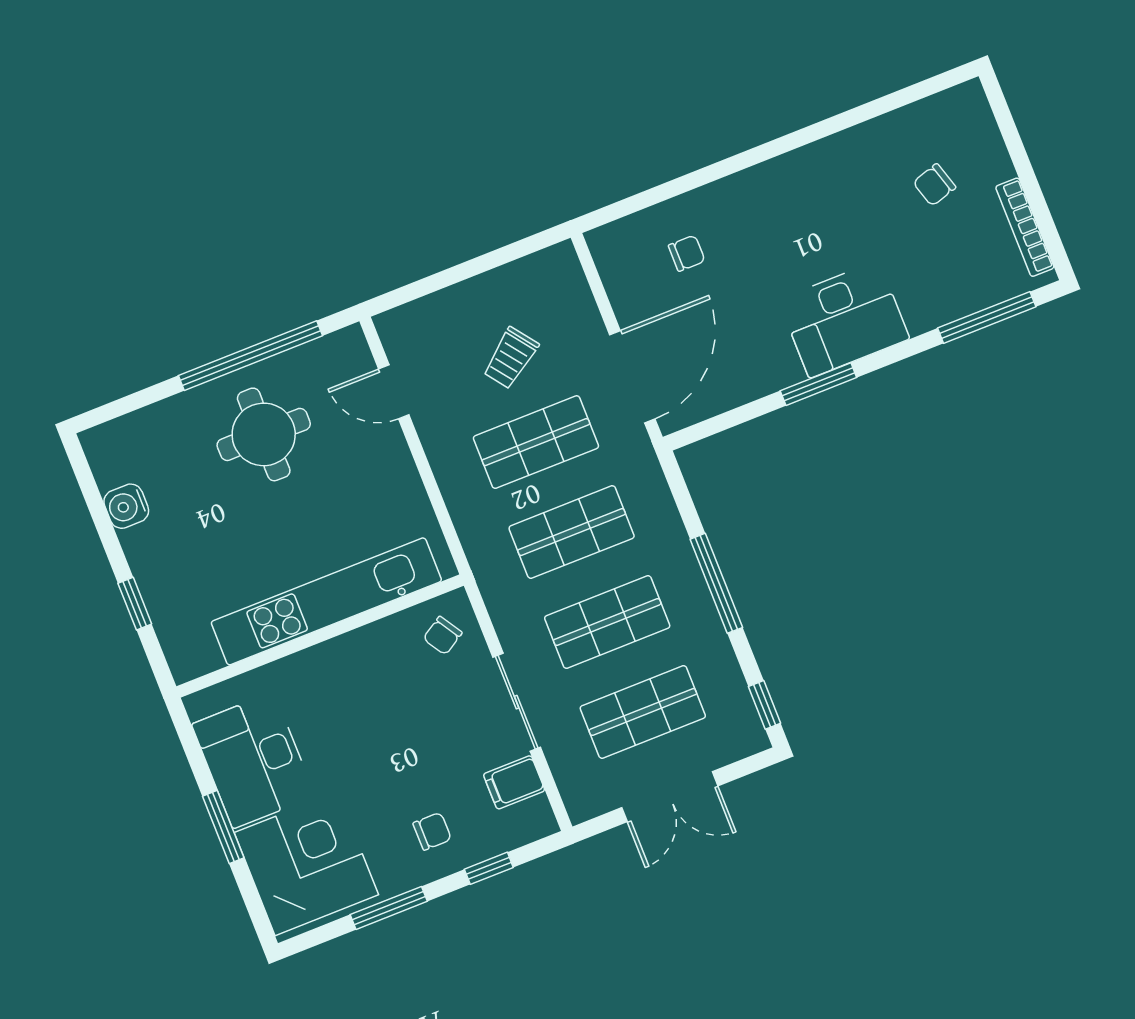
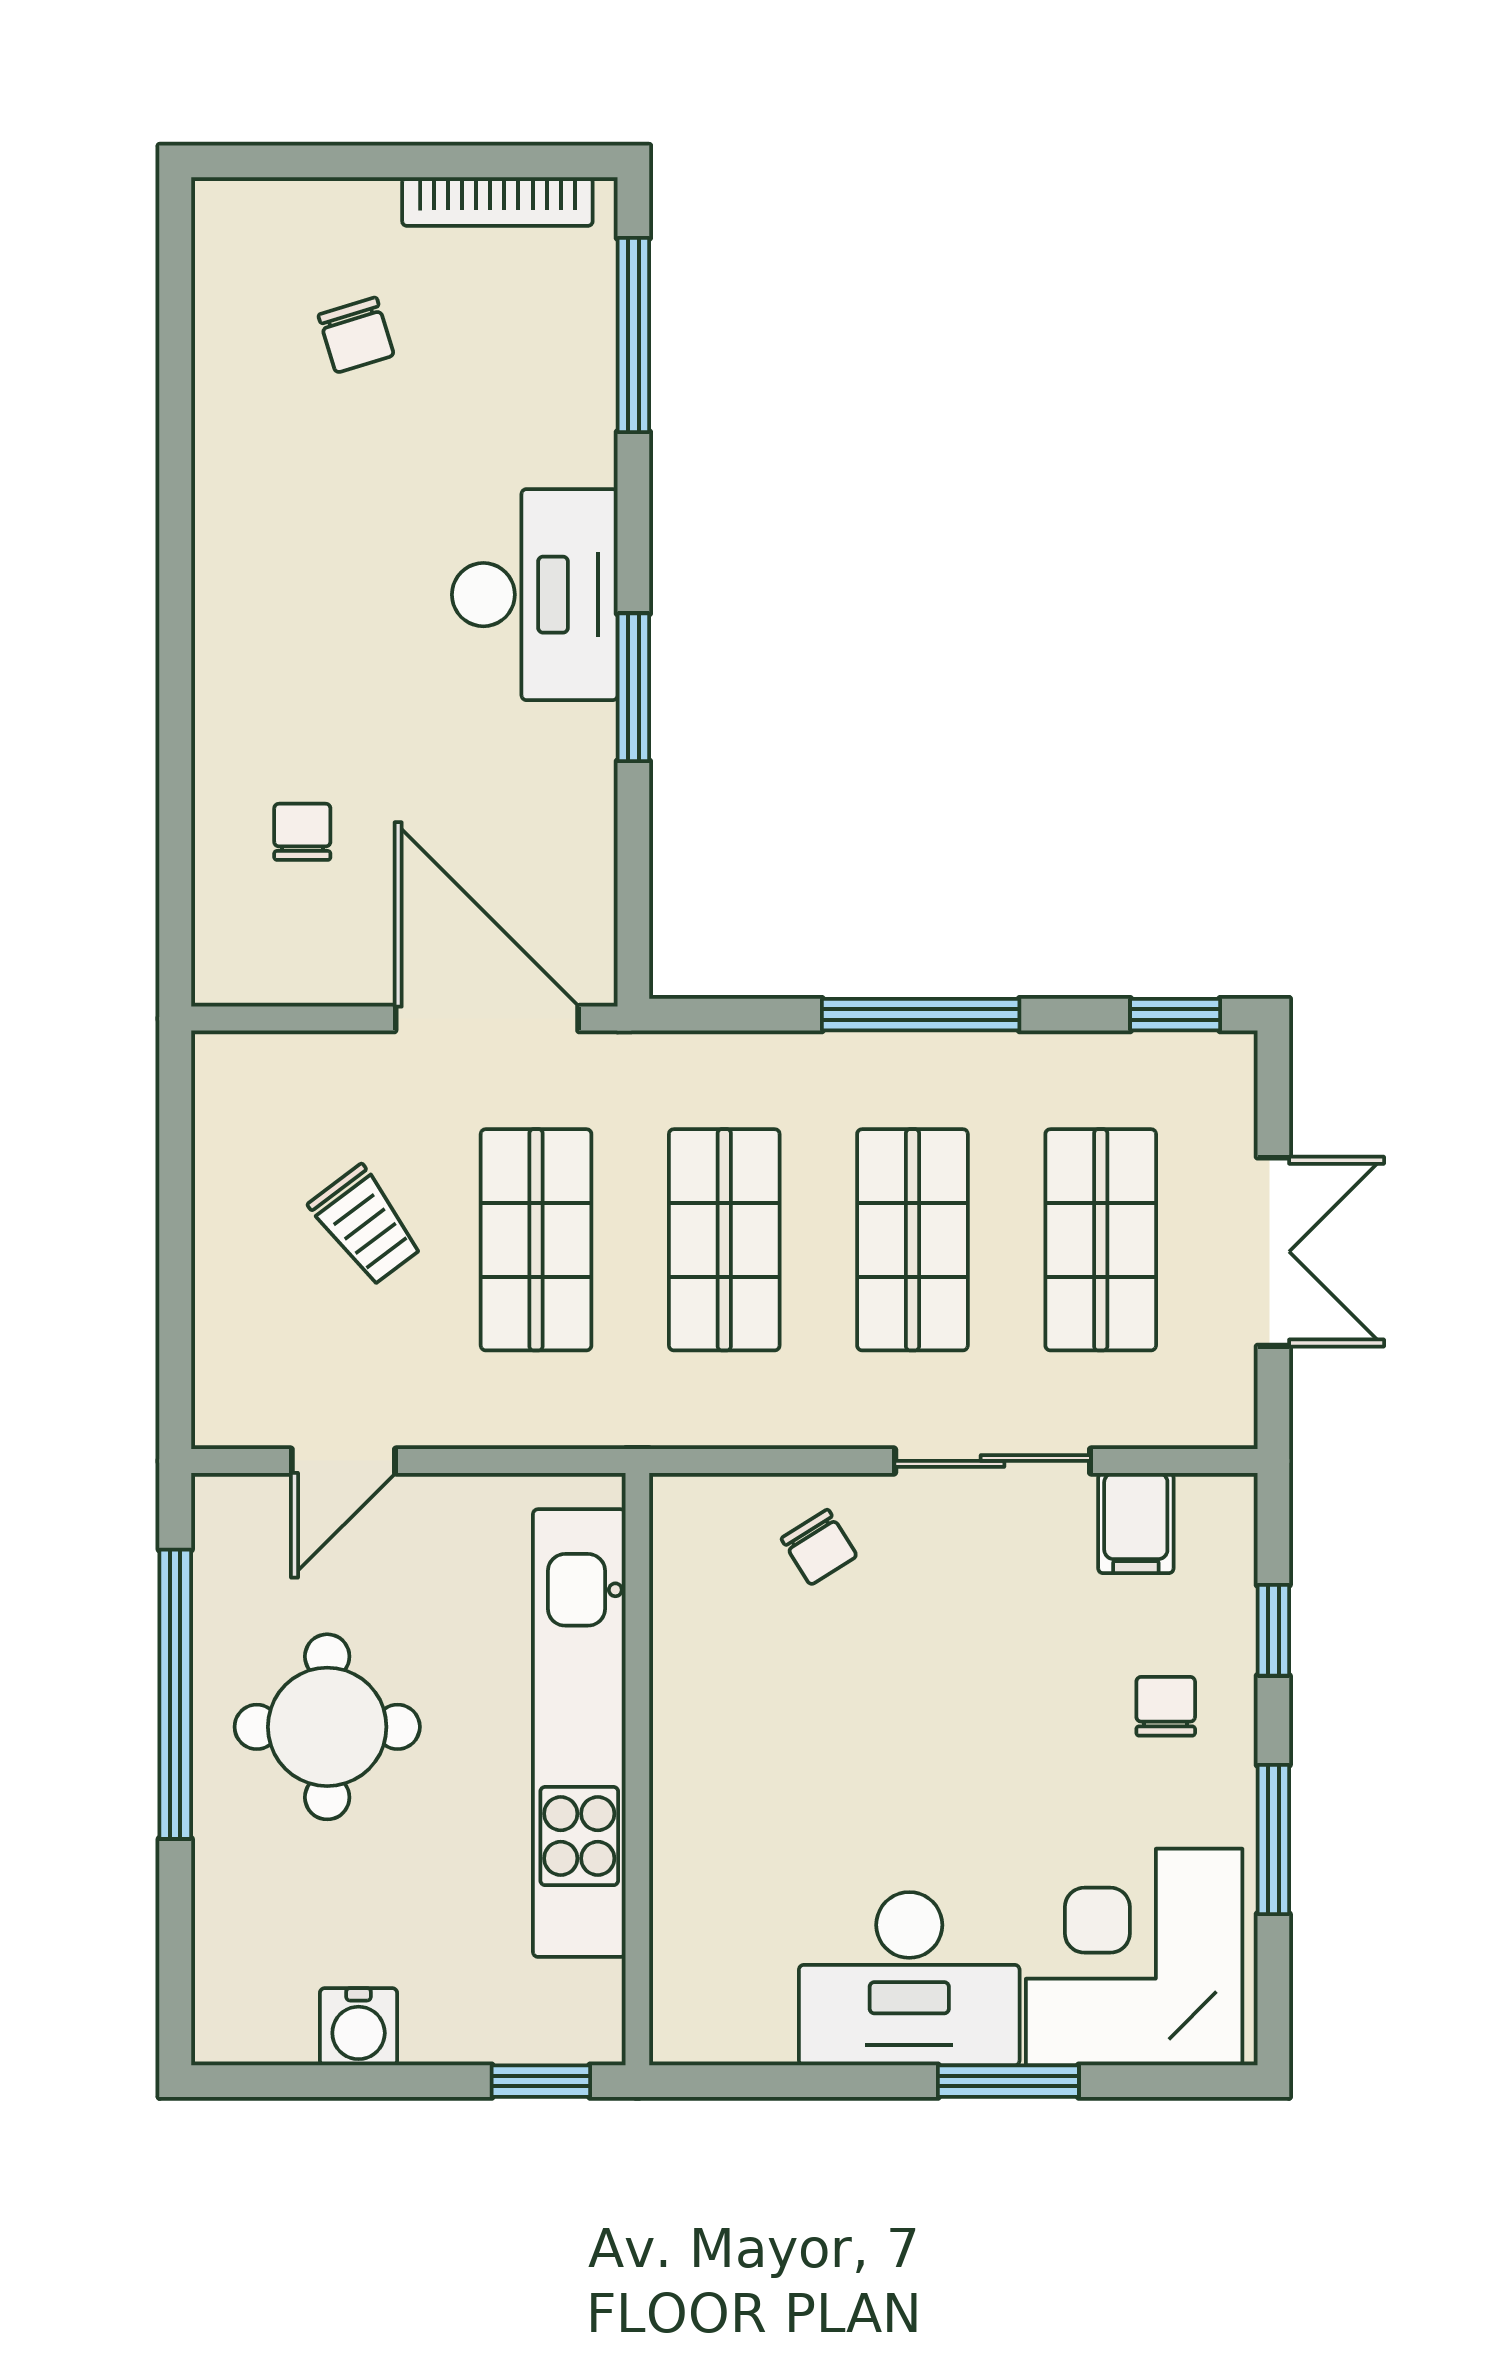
kitchen unit: (326, 601) -> (579, 1733), moved
wall: (320, 636) -> (637, 1769), moved

